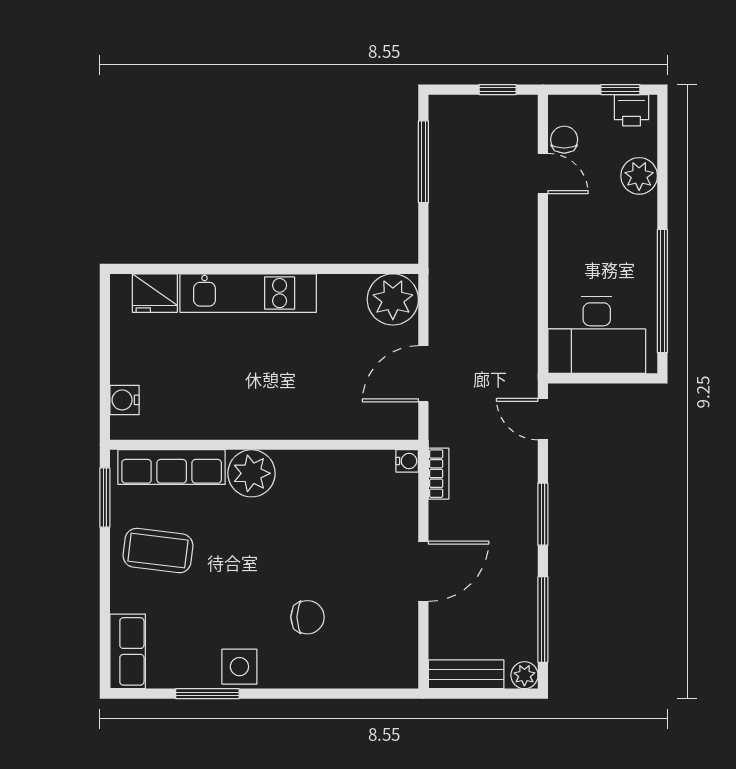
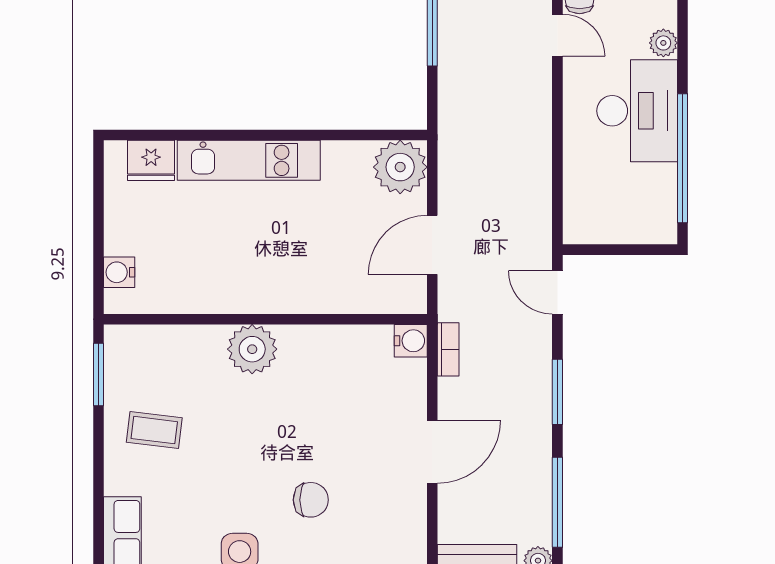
plant: (639, 176) -> (663, 43), width x0.73, depth x0.73
desk: (597, 335) -> (637, 111), moved, turned -90
water cooler: (407, 461) -> (411, 341), width x1.38, depth x1.38
row of seats: (172, 467) -> (168, 343), removed
coffee table: (158, 551) -> (154, 430), width x0.73, depth x0.77

